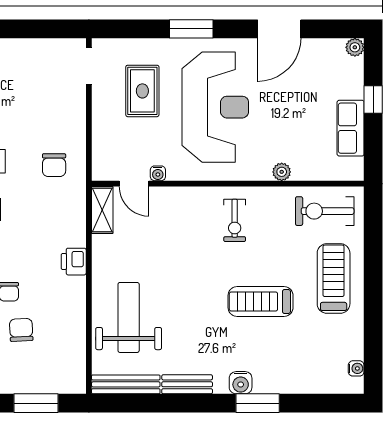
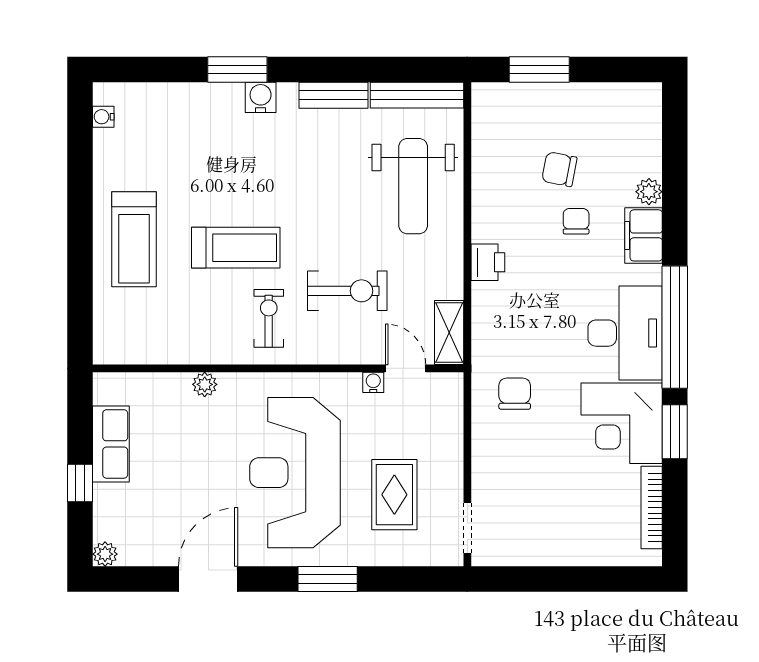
exercise bike: (325, 211) -> (347, 291), moved
treadmill: (261, 301) -> (236, 248), moved
chair: (21, 330) -> (559, 169), turned 104

